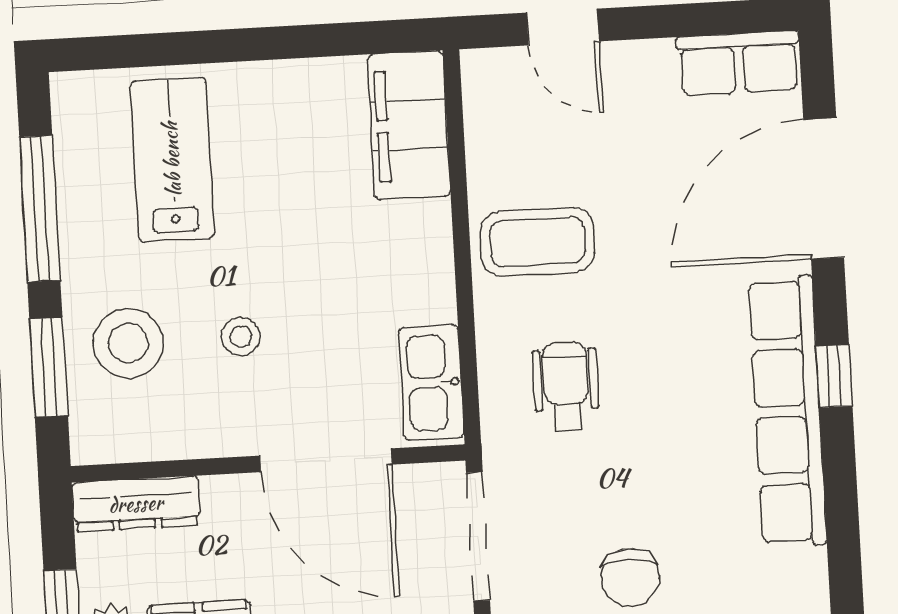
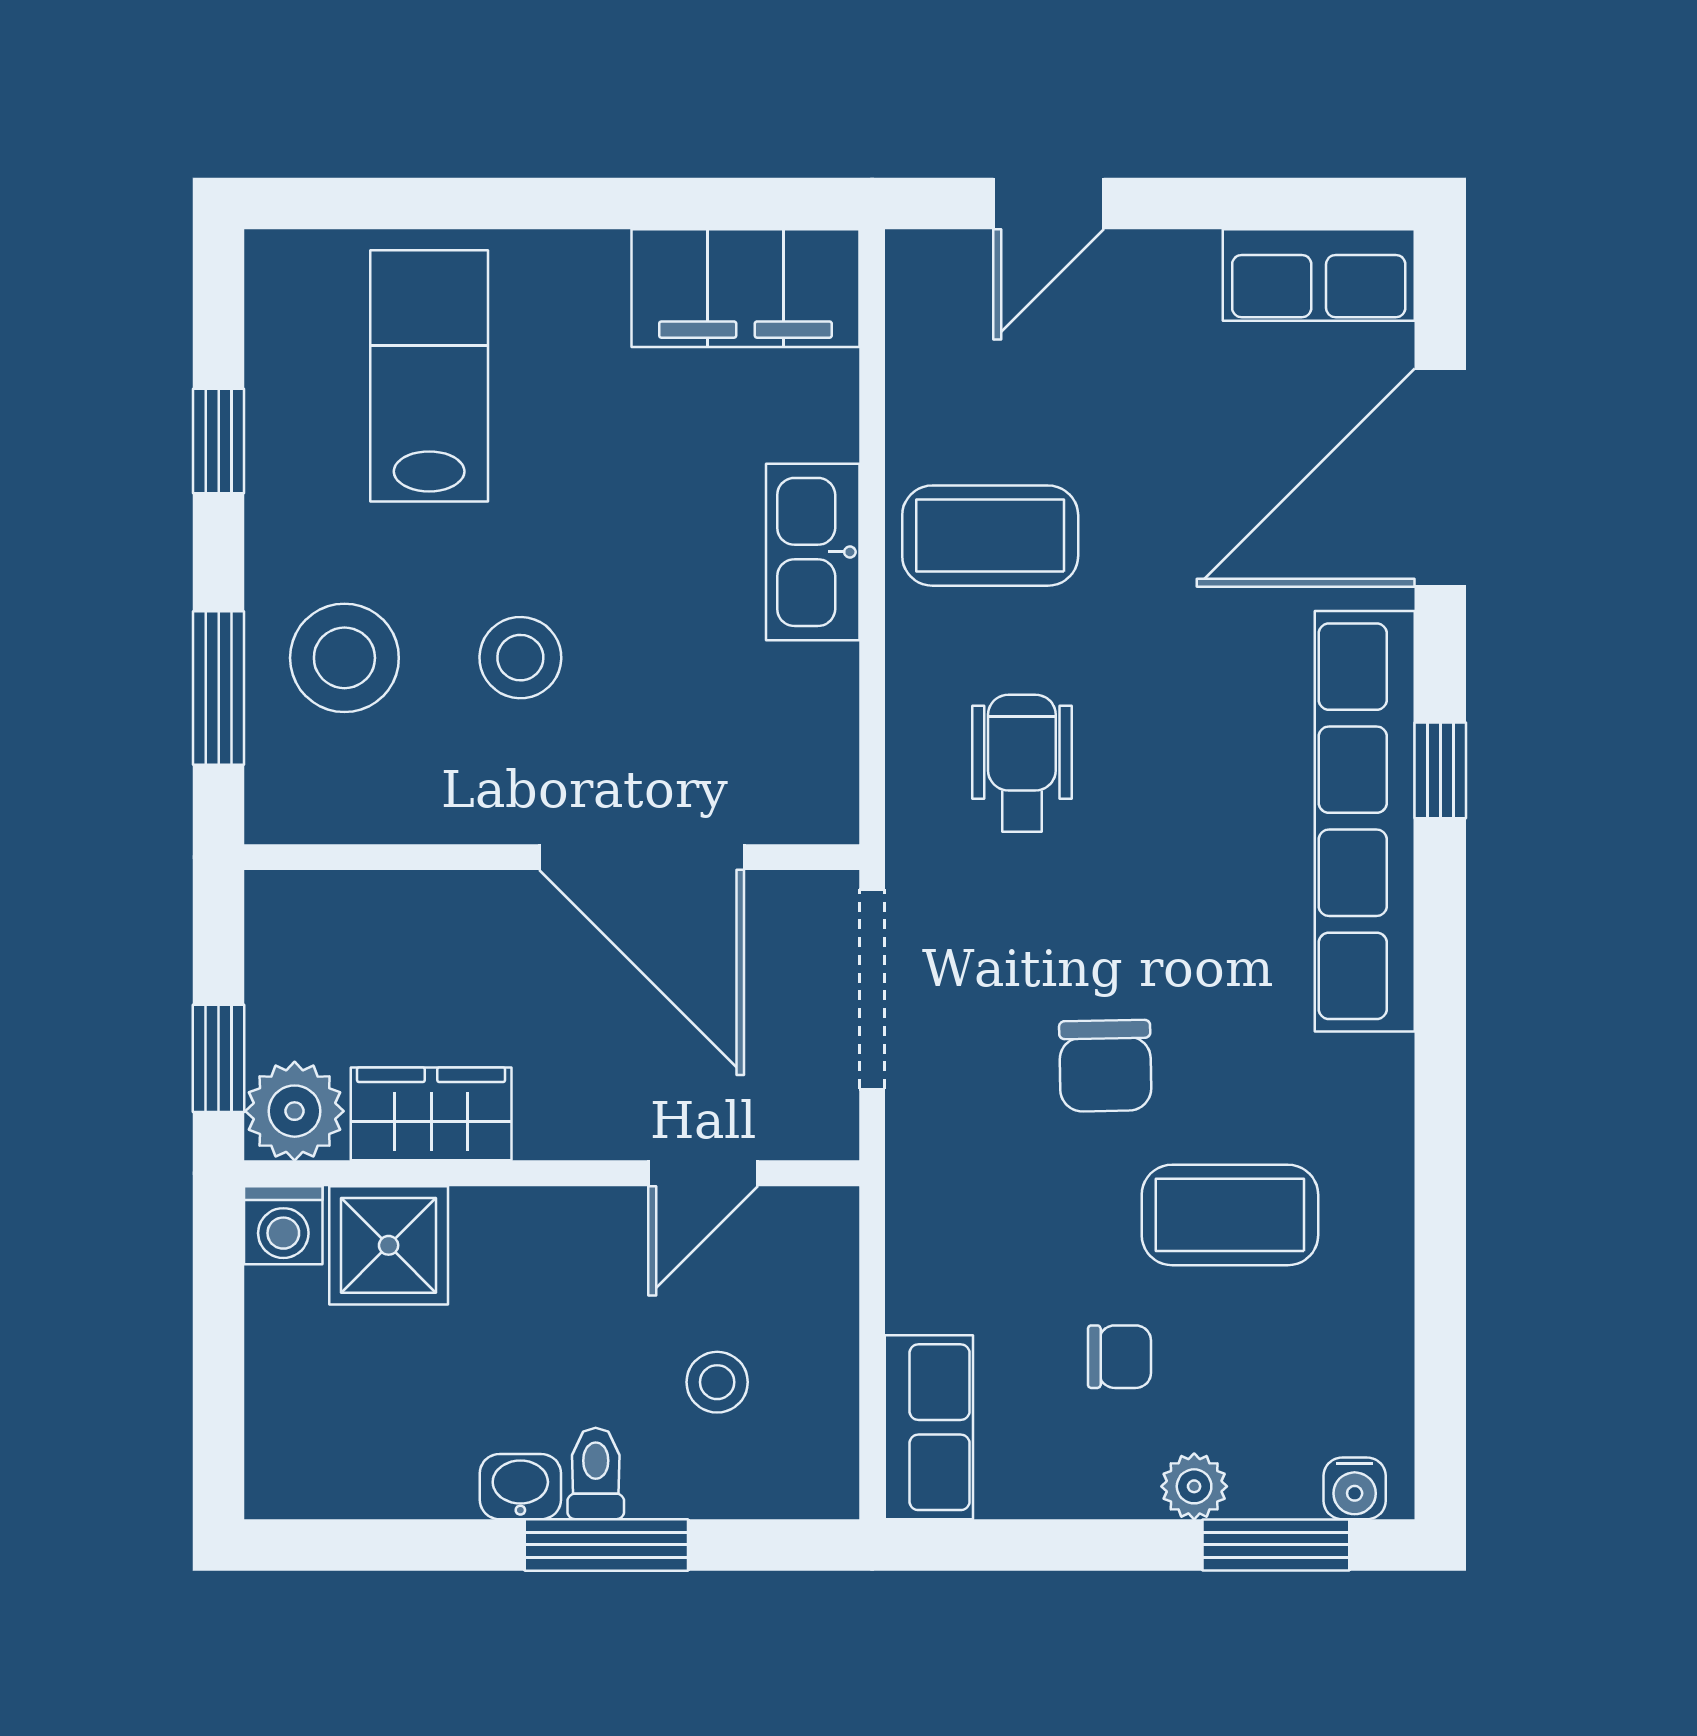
door: (563, 27) -> (1049, 204), hinge flipped
filing cabinet: (409, 125) -> (745, 288), moved, turned -90
window: (40, 209) -> (219, 441), width x0.46
stool: (241, 337) -> (520, 658), width x1.37, depth x1.37
kitchen sink: (431, 383) -> (813, 552), moved
dresser: (136, 504) -> (343, 909), removed

